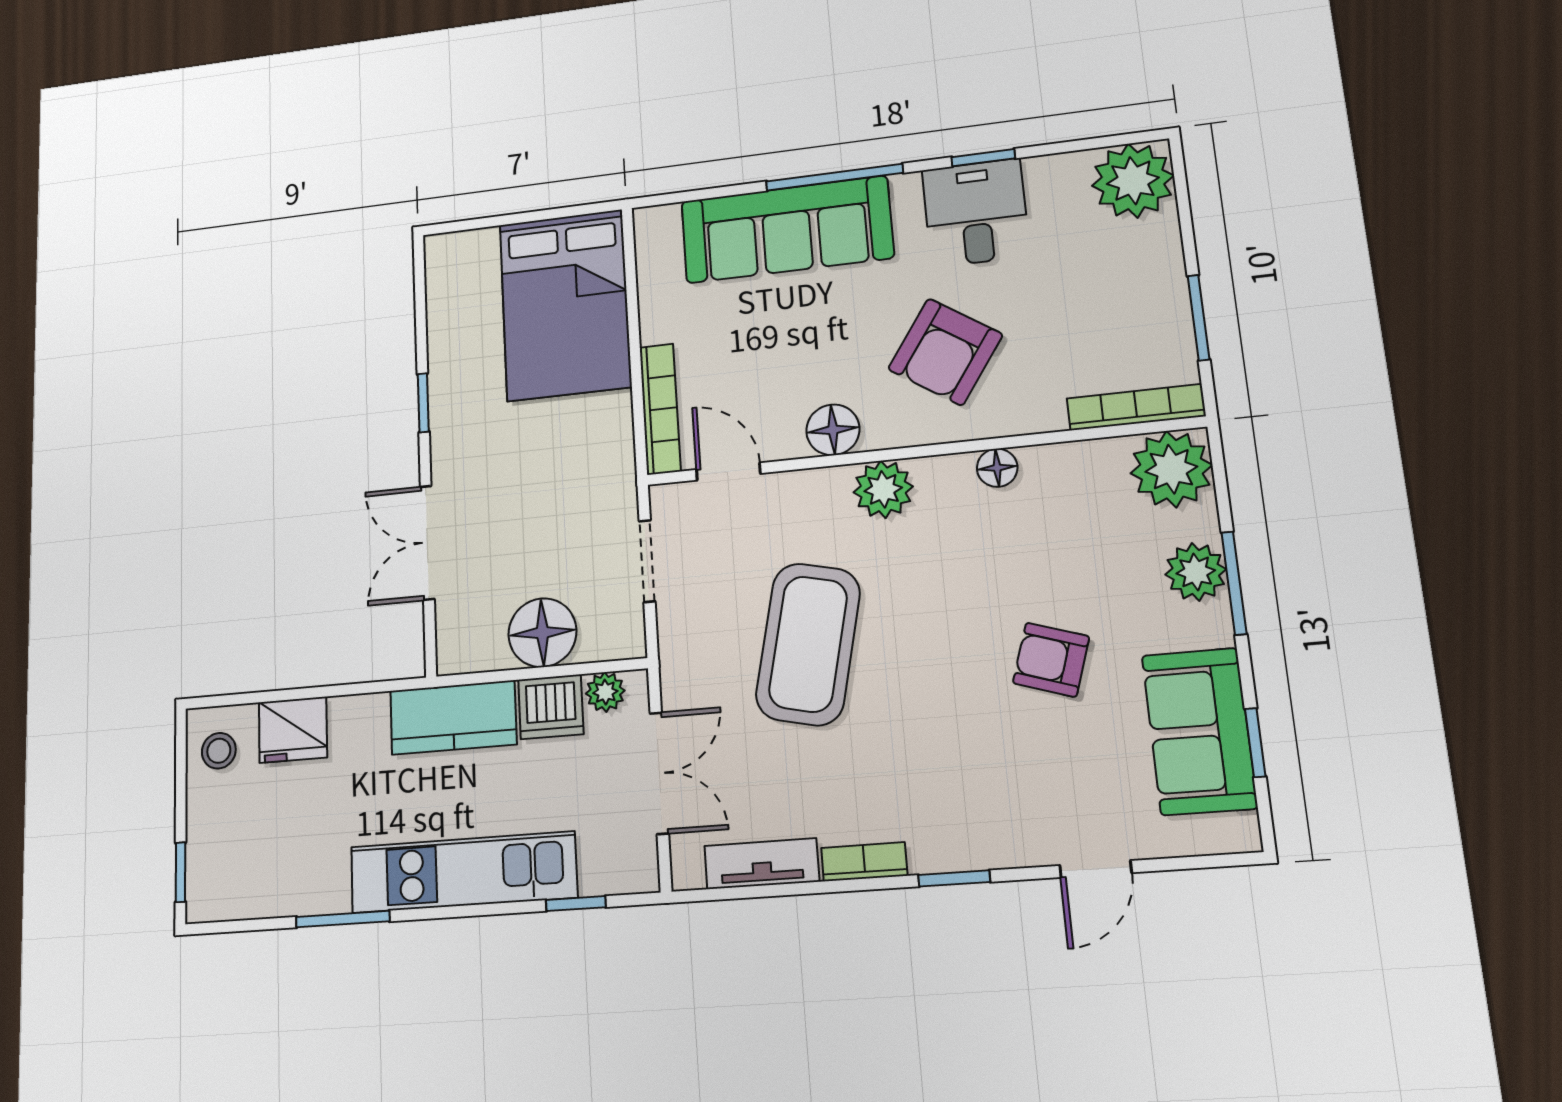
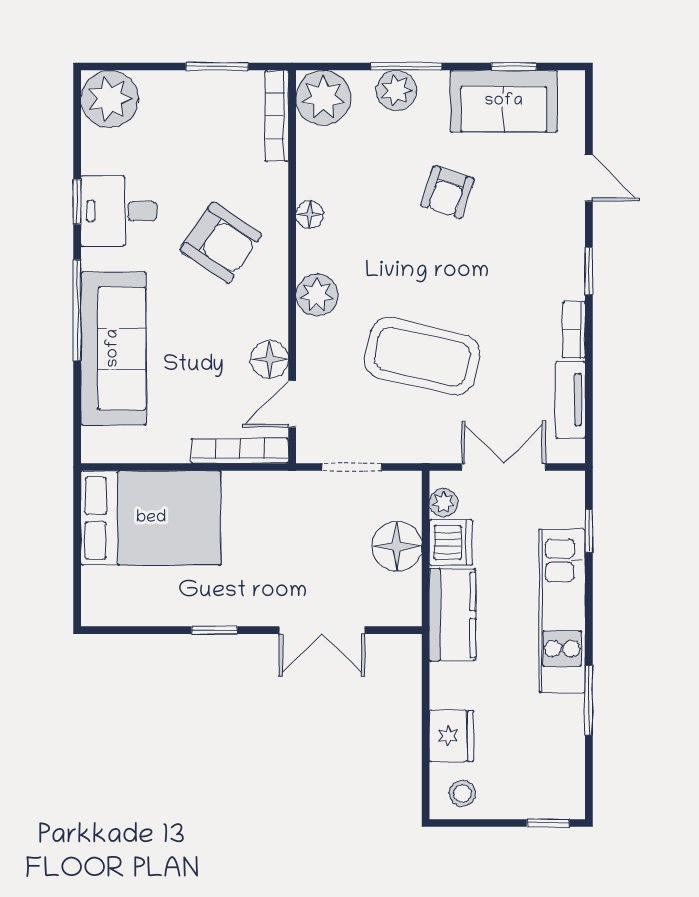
floor lamp: (833, 430) -> (270, 359), moved

